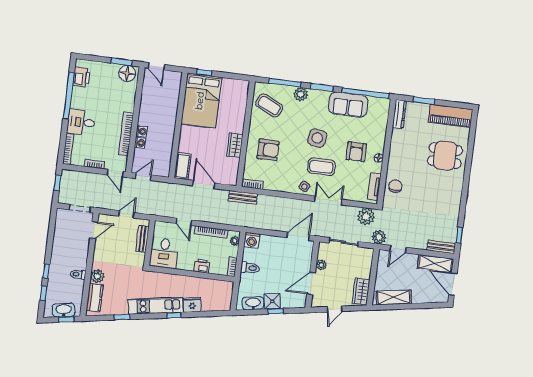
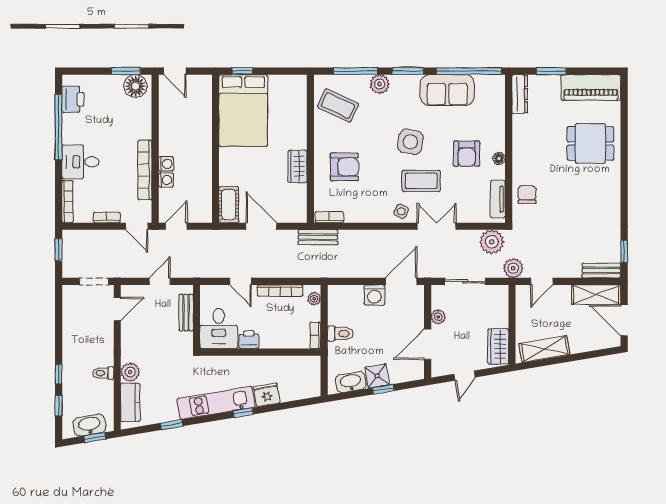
washing machine: (252, 240) -> (374, 295), moved
printer: (202, 266) -> (249, 340), moved

